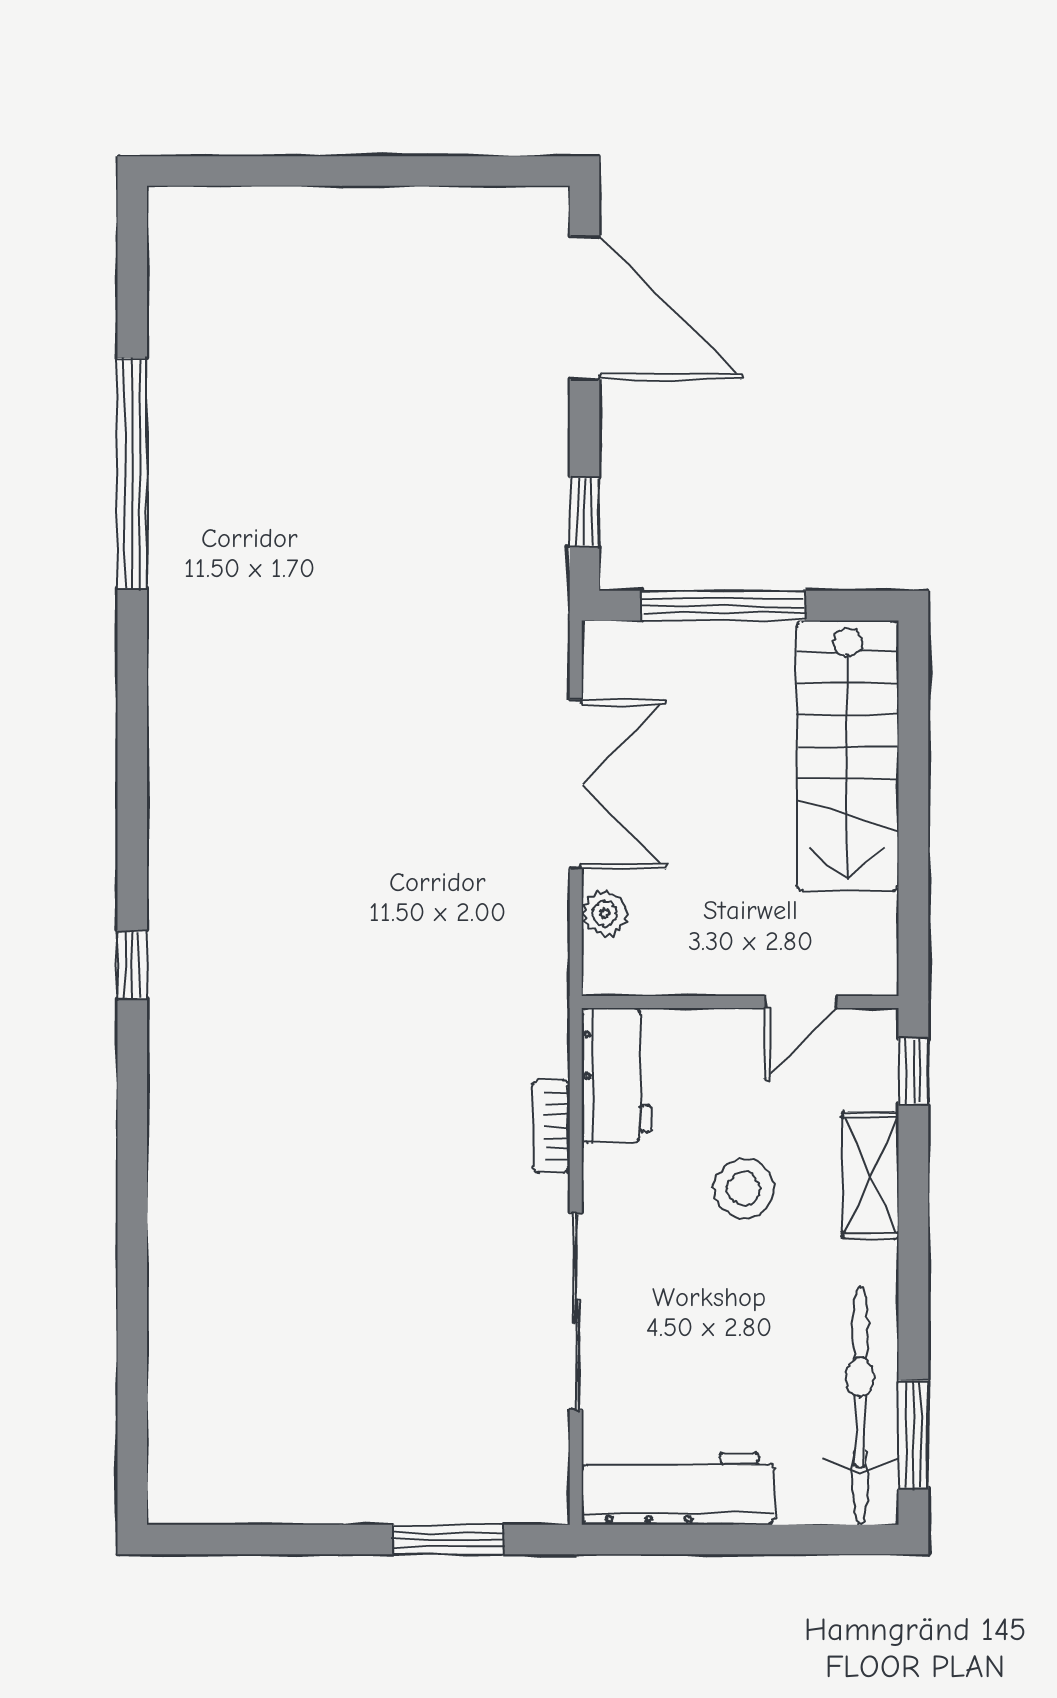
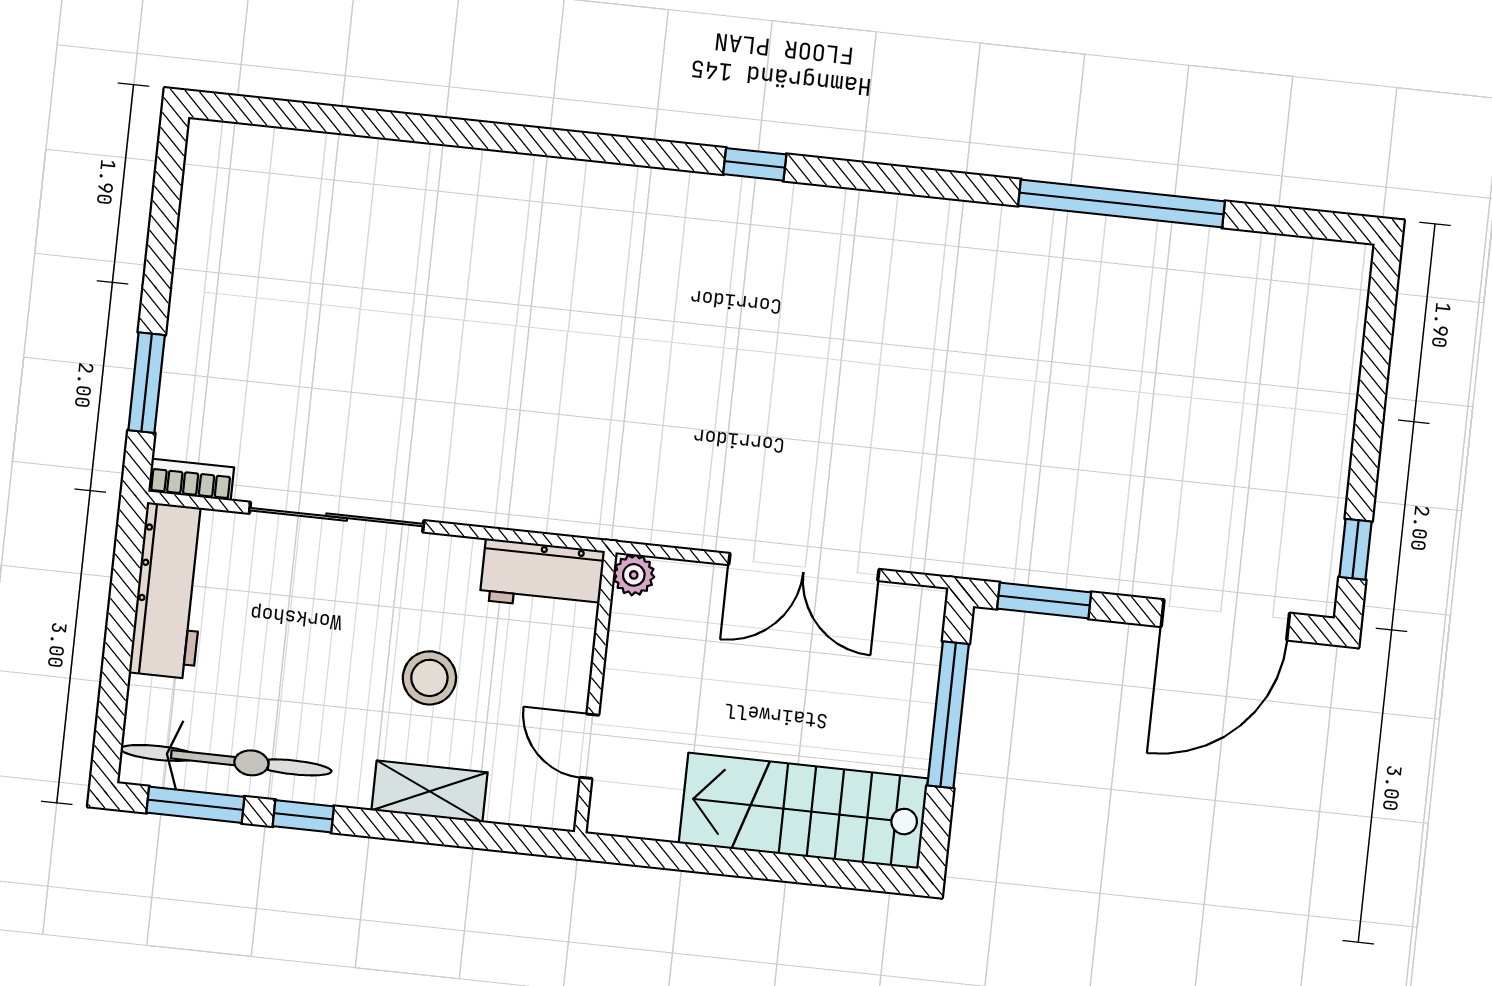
window: (490, 171) -> (1355, 549), added
window: (584, 512) -> (1044, 601), width x1.50
plant: (605, 913) -> (634, 575), moved
window: (132, 965) -> (755, 164), moved
window: (913, 1071) -> (303, 816), moved
bookcase: (551, 1126) -> (191, 480), moved

